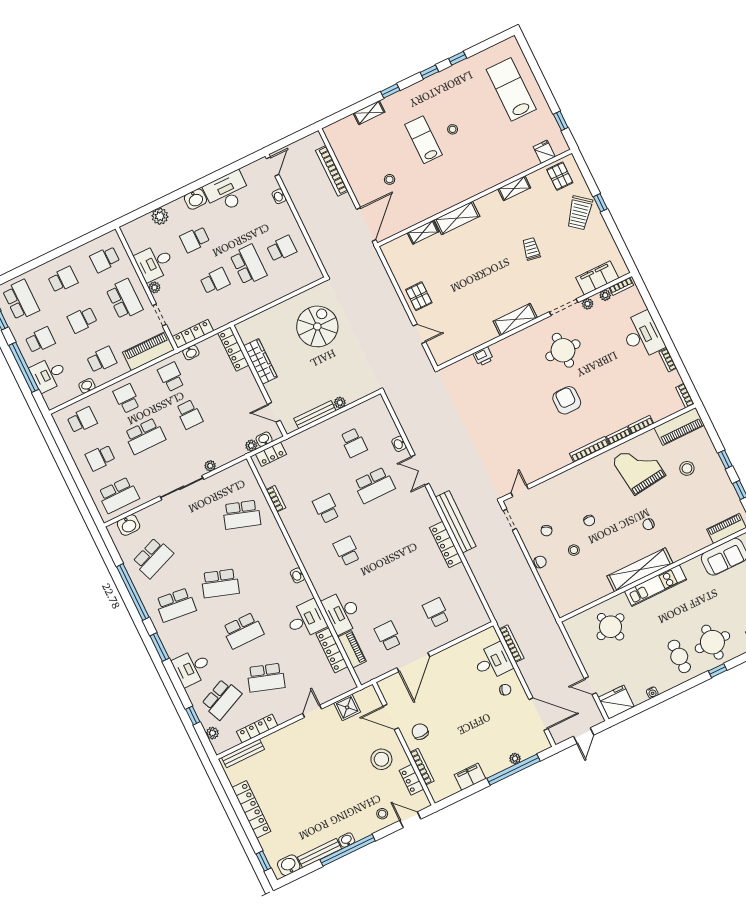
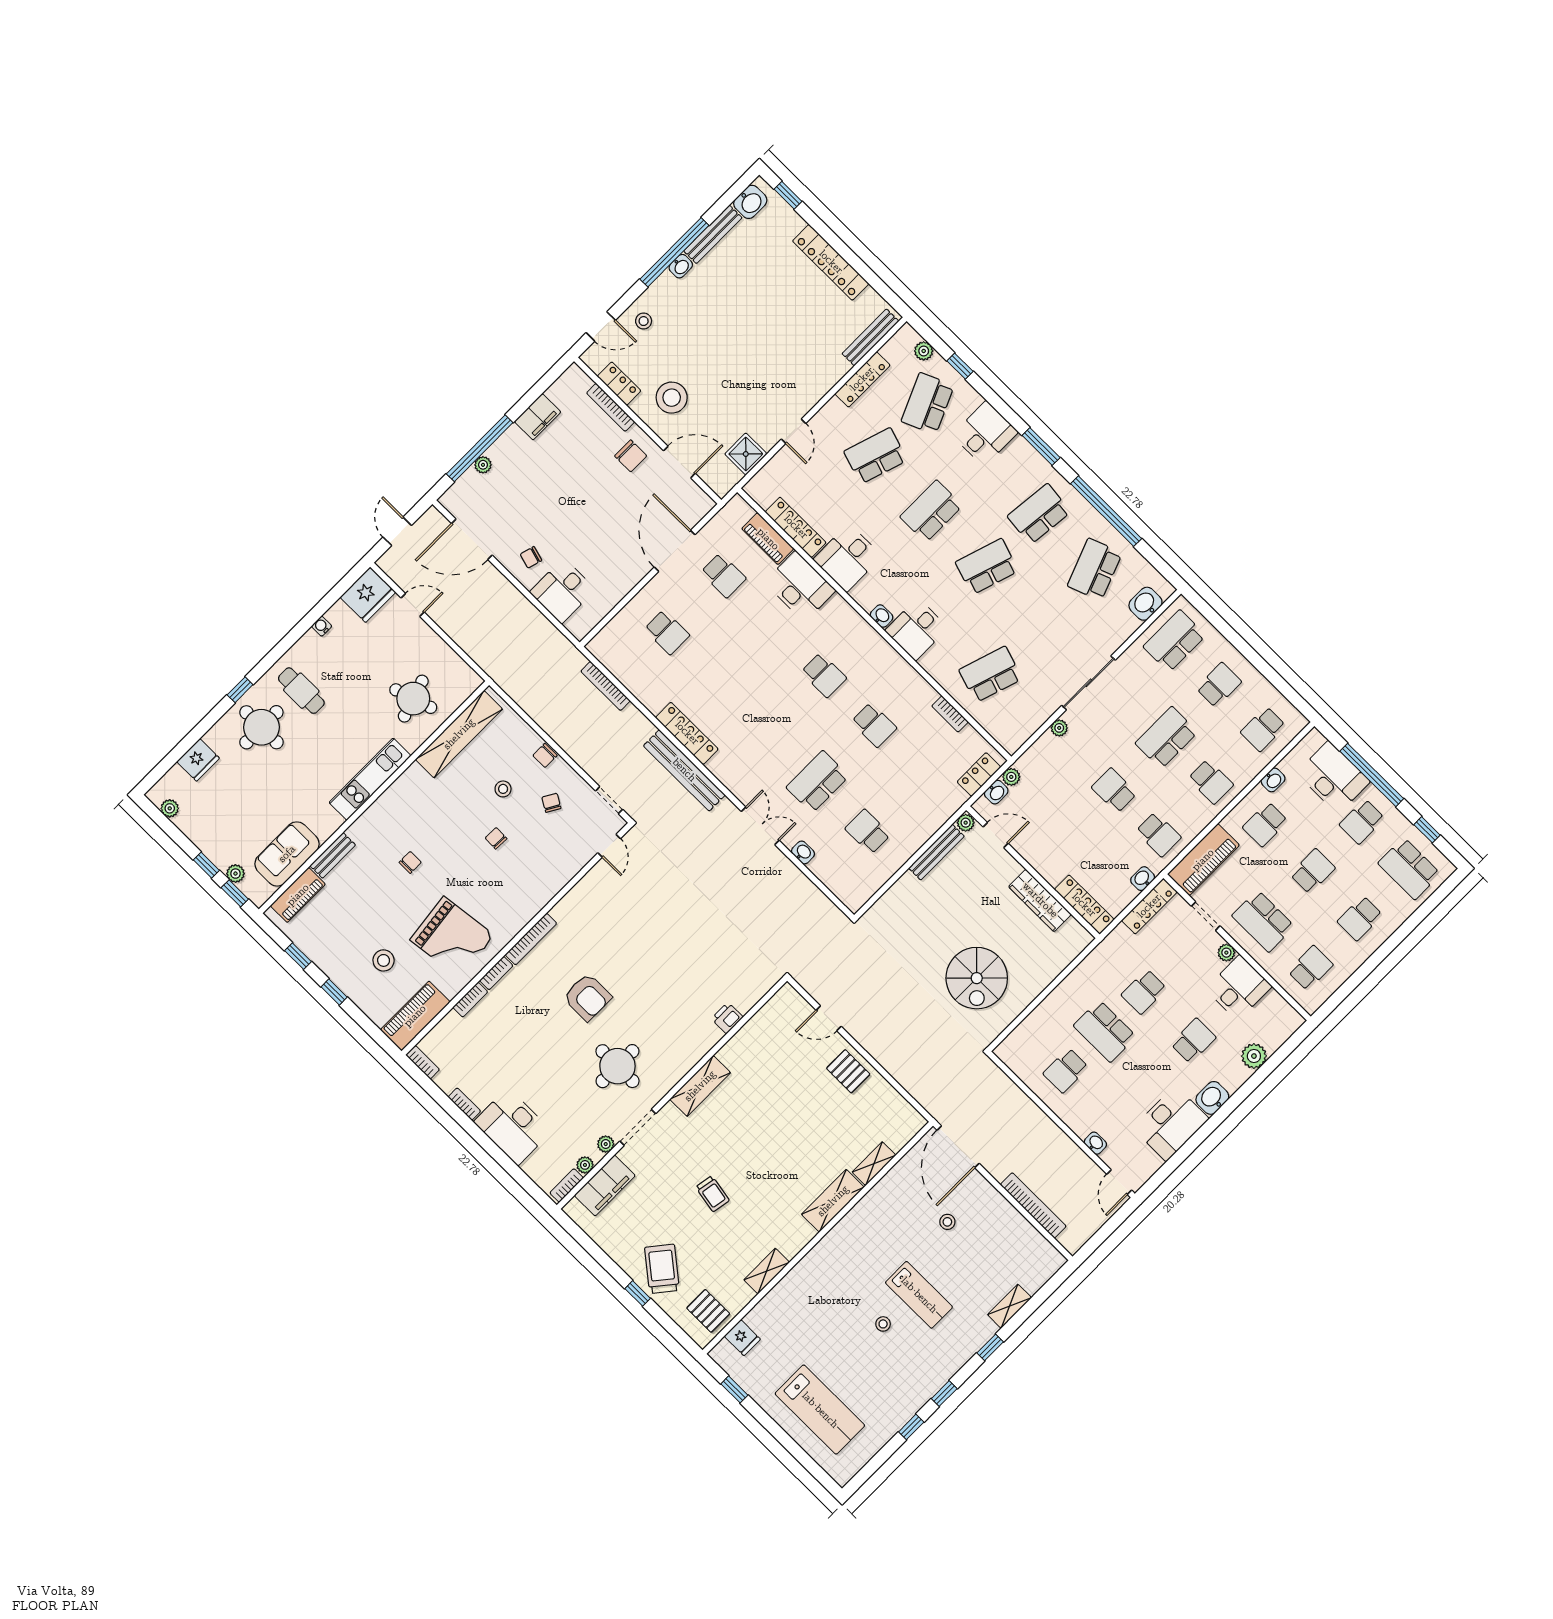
desk: (49, 374) -> (1333, 777), width x1.37
plant: (340, 403) -> (966, 823), moved
bench: (696, 546) -> (333, 855), added
desk: (278, 559) -> (917, 629), added
shelving: (640, 570) -> (459, 734), moved
bookcase: (512, 644) -> (606, 686), moved

